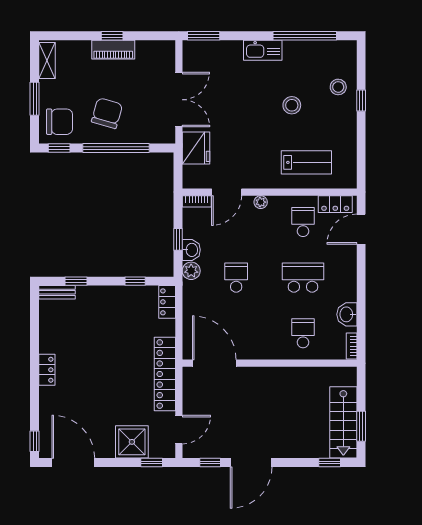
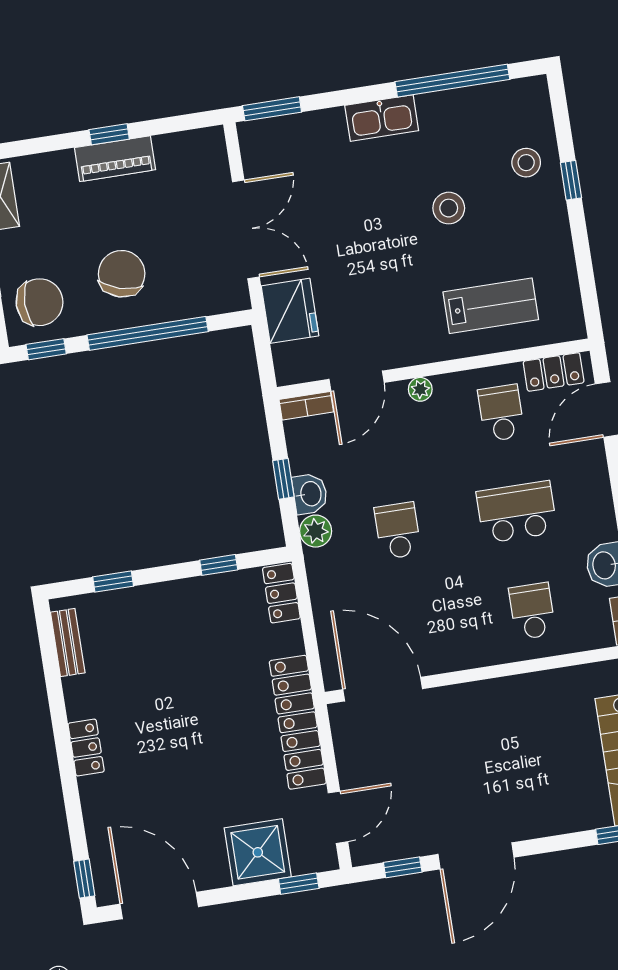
bench: (57, 292) -> (68, 643), moved, turned 90

